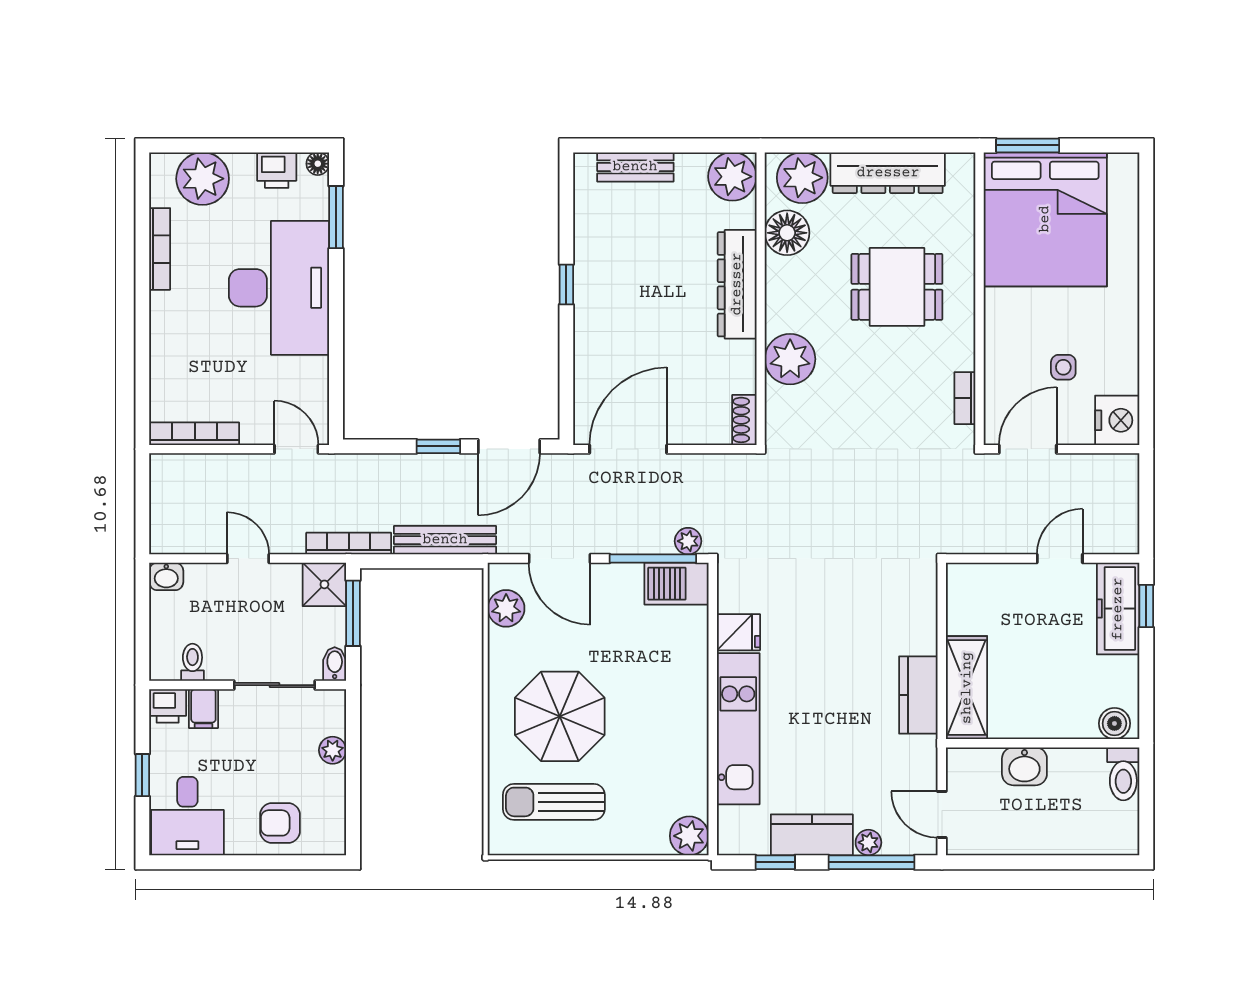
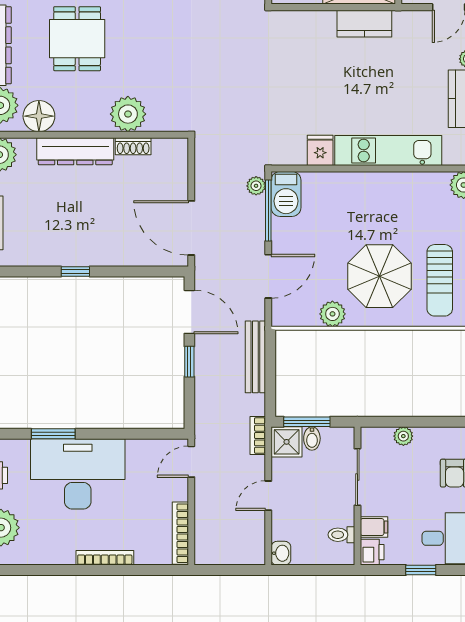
window: (336, 217) -> (53, 434), moved
bookcase: (160, 249) -> (105, 558), moved
shoe rack: (744, 420) -> (133, 146), moved
bookcase: (349, 544) -> (258, 436), width x0.64
plant: (506, 608) -> (332, 314), moved
bidet: (335, 664) -> (312, 438), moved, turned -90

